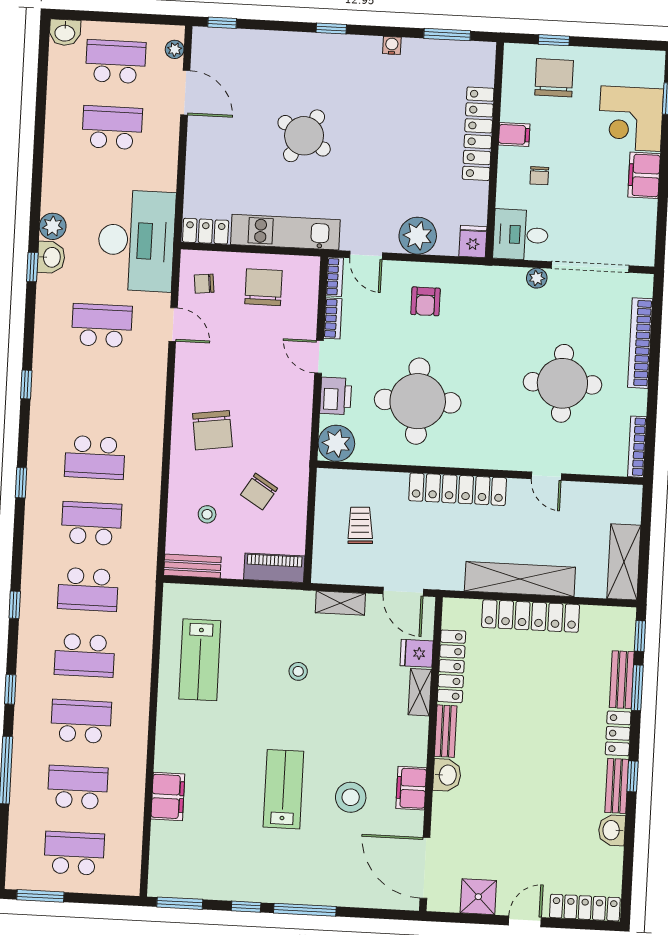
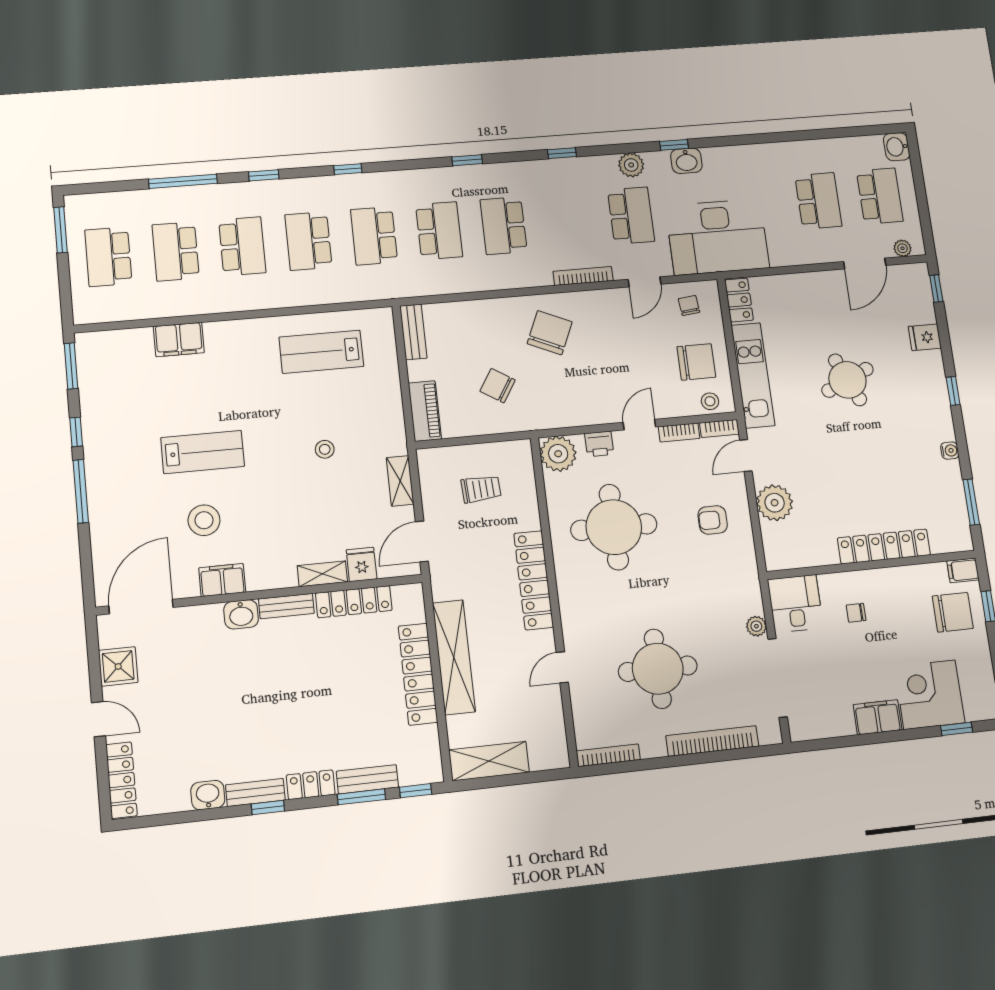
filing cabinet: (514, 134) -> (963, 570), moved, turned 90
round table: (304, 136) -> (848, 380), turned 34
plant: (53, 226) -> (631, 165), moved
fridge: (473, 242) -> (925, 337), moved, turned 180
bookcase: (159, 386) -> (583, 276), added
printer: (336, 396) -> (599, 444), width x0.73, depth x0.81
chair: (212, 430) -> (550, 333), turned 122
stool: (207, 514) -> (710, 401), moved
school desk: (78, 787) -> (176, 251), turned 180
school desk: (74, 853) -> (108, 257), turned 180

